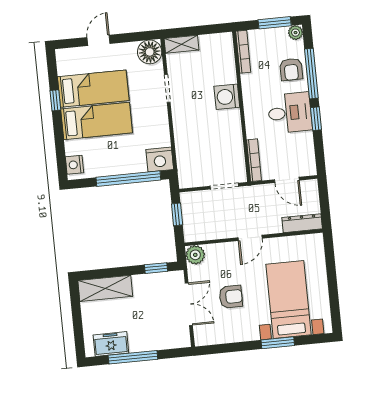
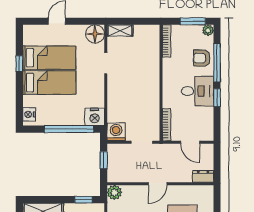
armchair: (291, 69) -> (202, 58), turned 90
washing machine: (227, 97) -> (116, 132), moved, turned 90
dresser: (302, 223) -> (203, 176), width x0.70

